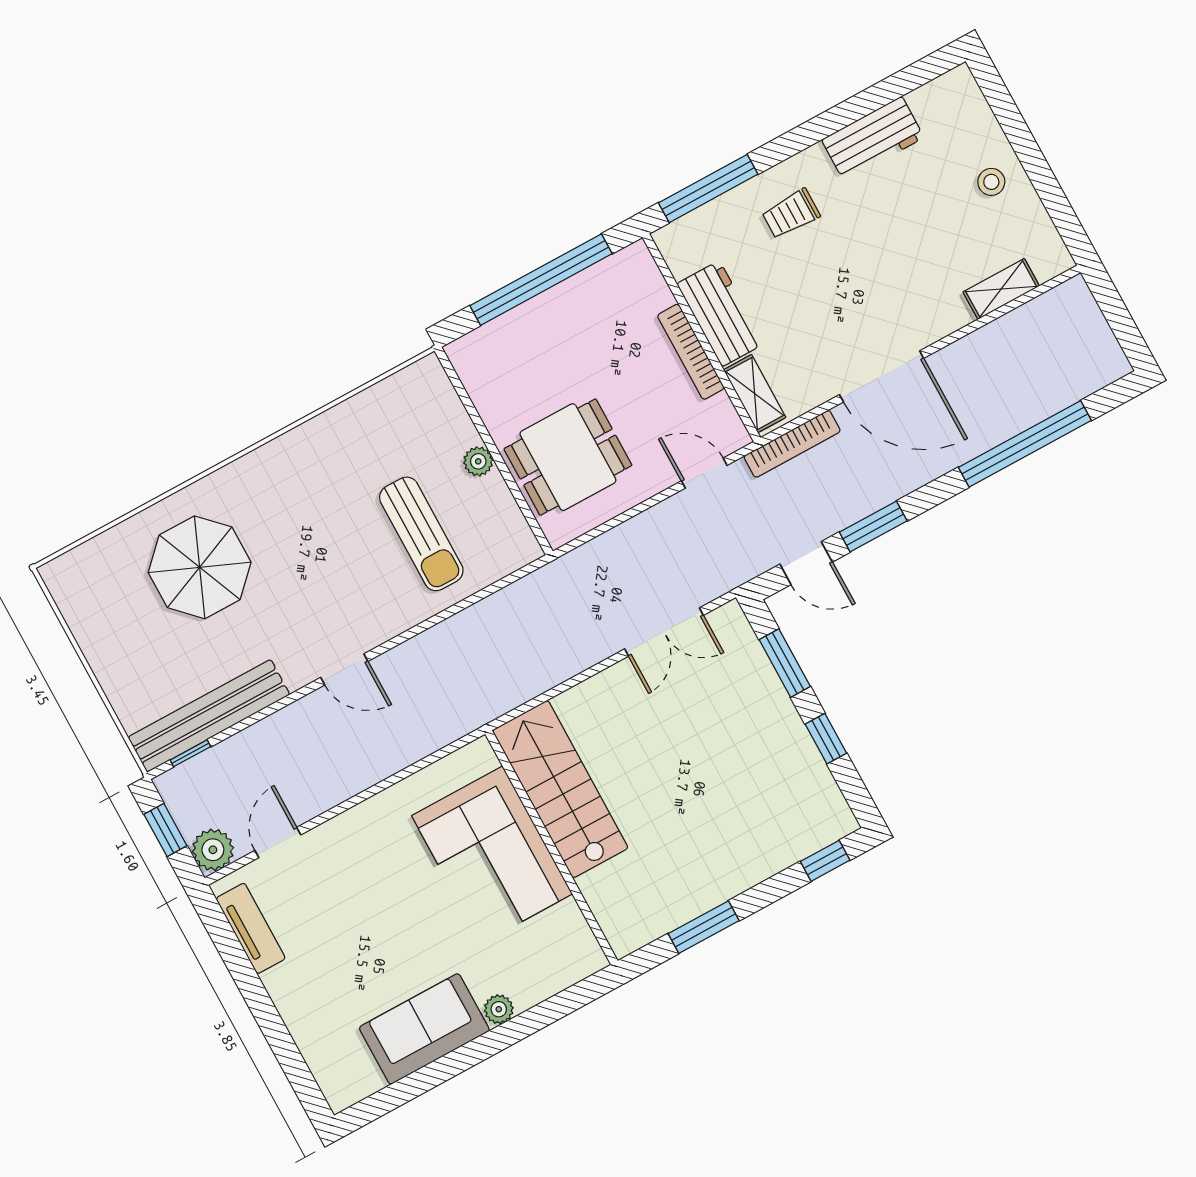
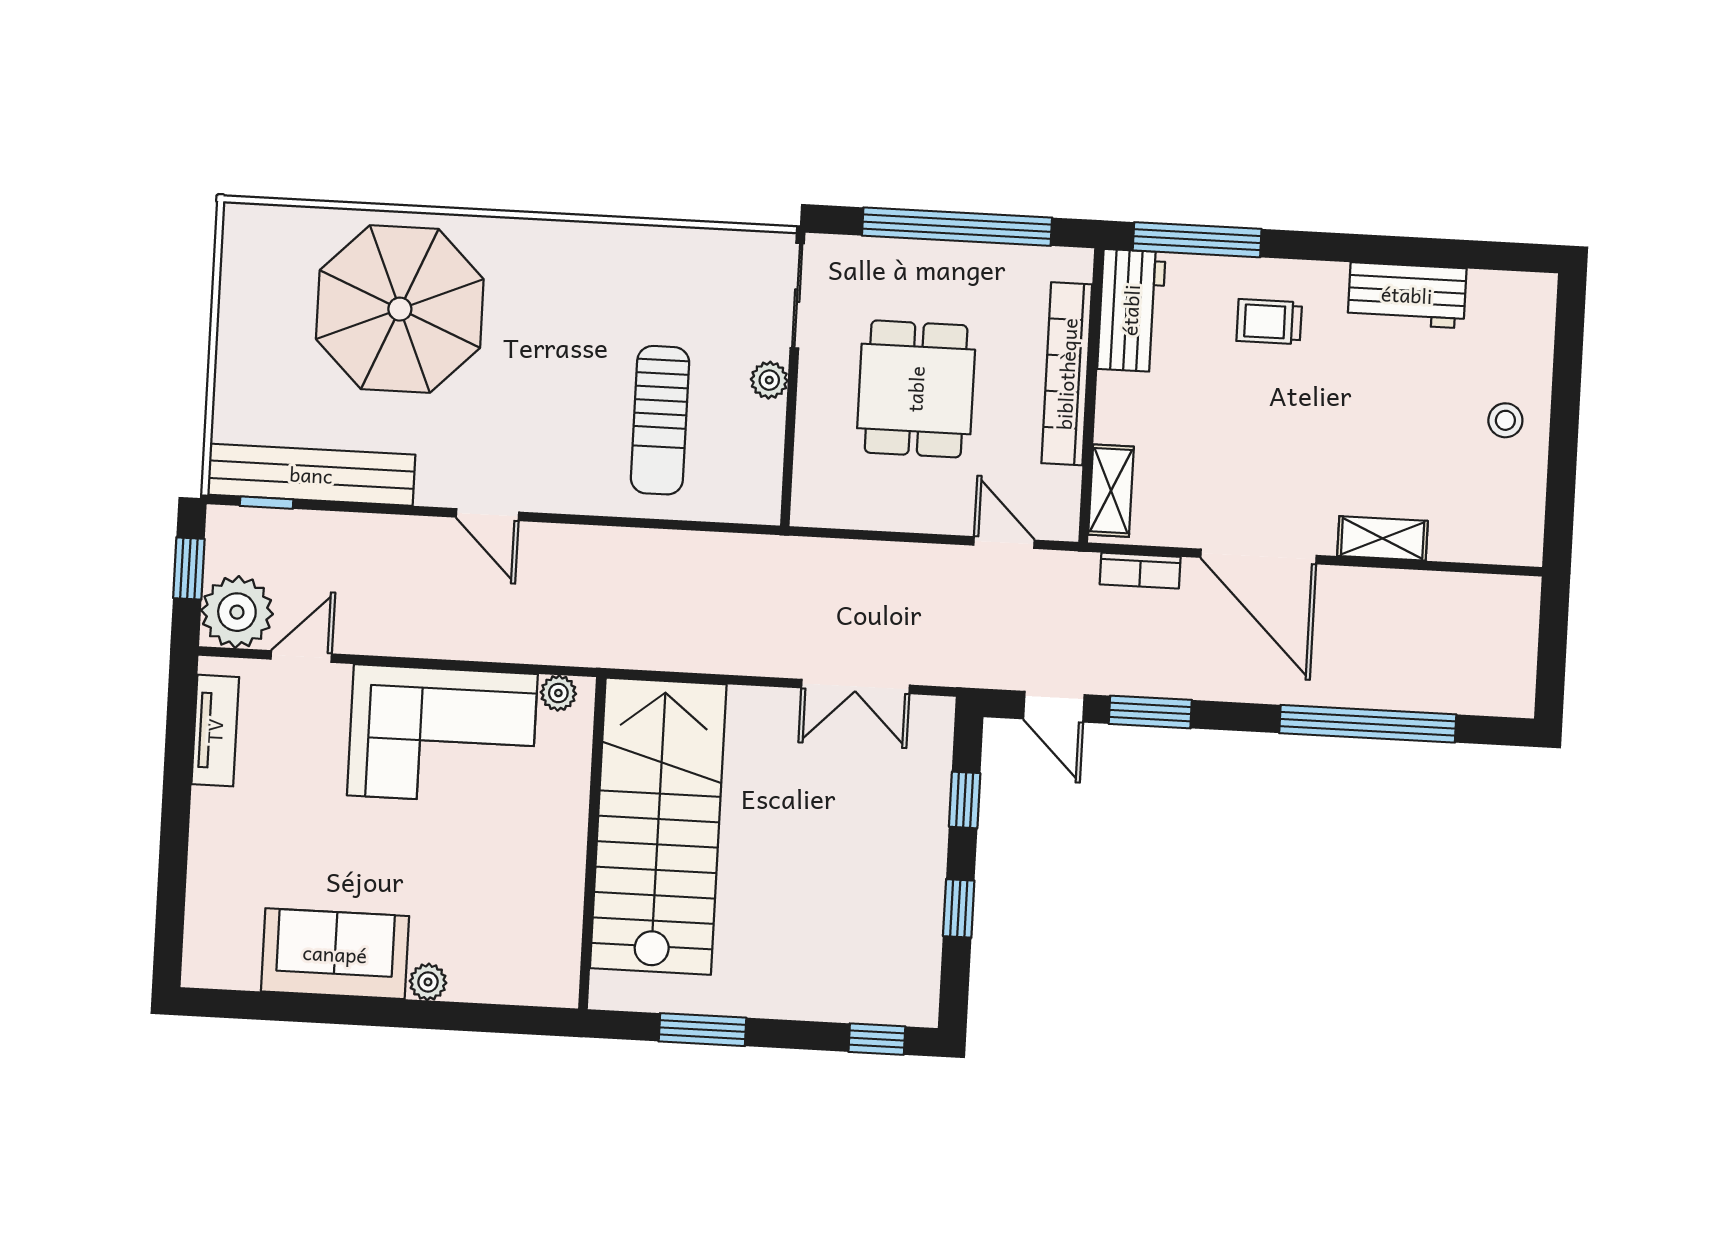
shelving: (1001, 289) -> (1383, 538), moved
workbench: (721, 314) -> (1131, 310), moved
bookcase: (691, 352) -> (1067, 374), width x1.48, depth x1.31
sliding door: (462, 393) -> (797, 296), added
bookcase: (792, 444) -> (1140, 571), width x0.64
dining table: (568, 457) -> (916, 389), moved, turned 90
parasol: (200, 567) -> (400, 309), width x1.36, depth x1.36
window: (785, 663) -> (965, 800), width x0.67
plant: (466, 760) -> (558, 693), added
stairs: (560, 789) -> (658, 826), width x1.36, depth x1.51
plant: (213, 850) -> (237, 612), width x1.36, depth x1.36
corner sofa: (492, 855) -> (442, 735), moved, turned -90

